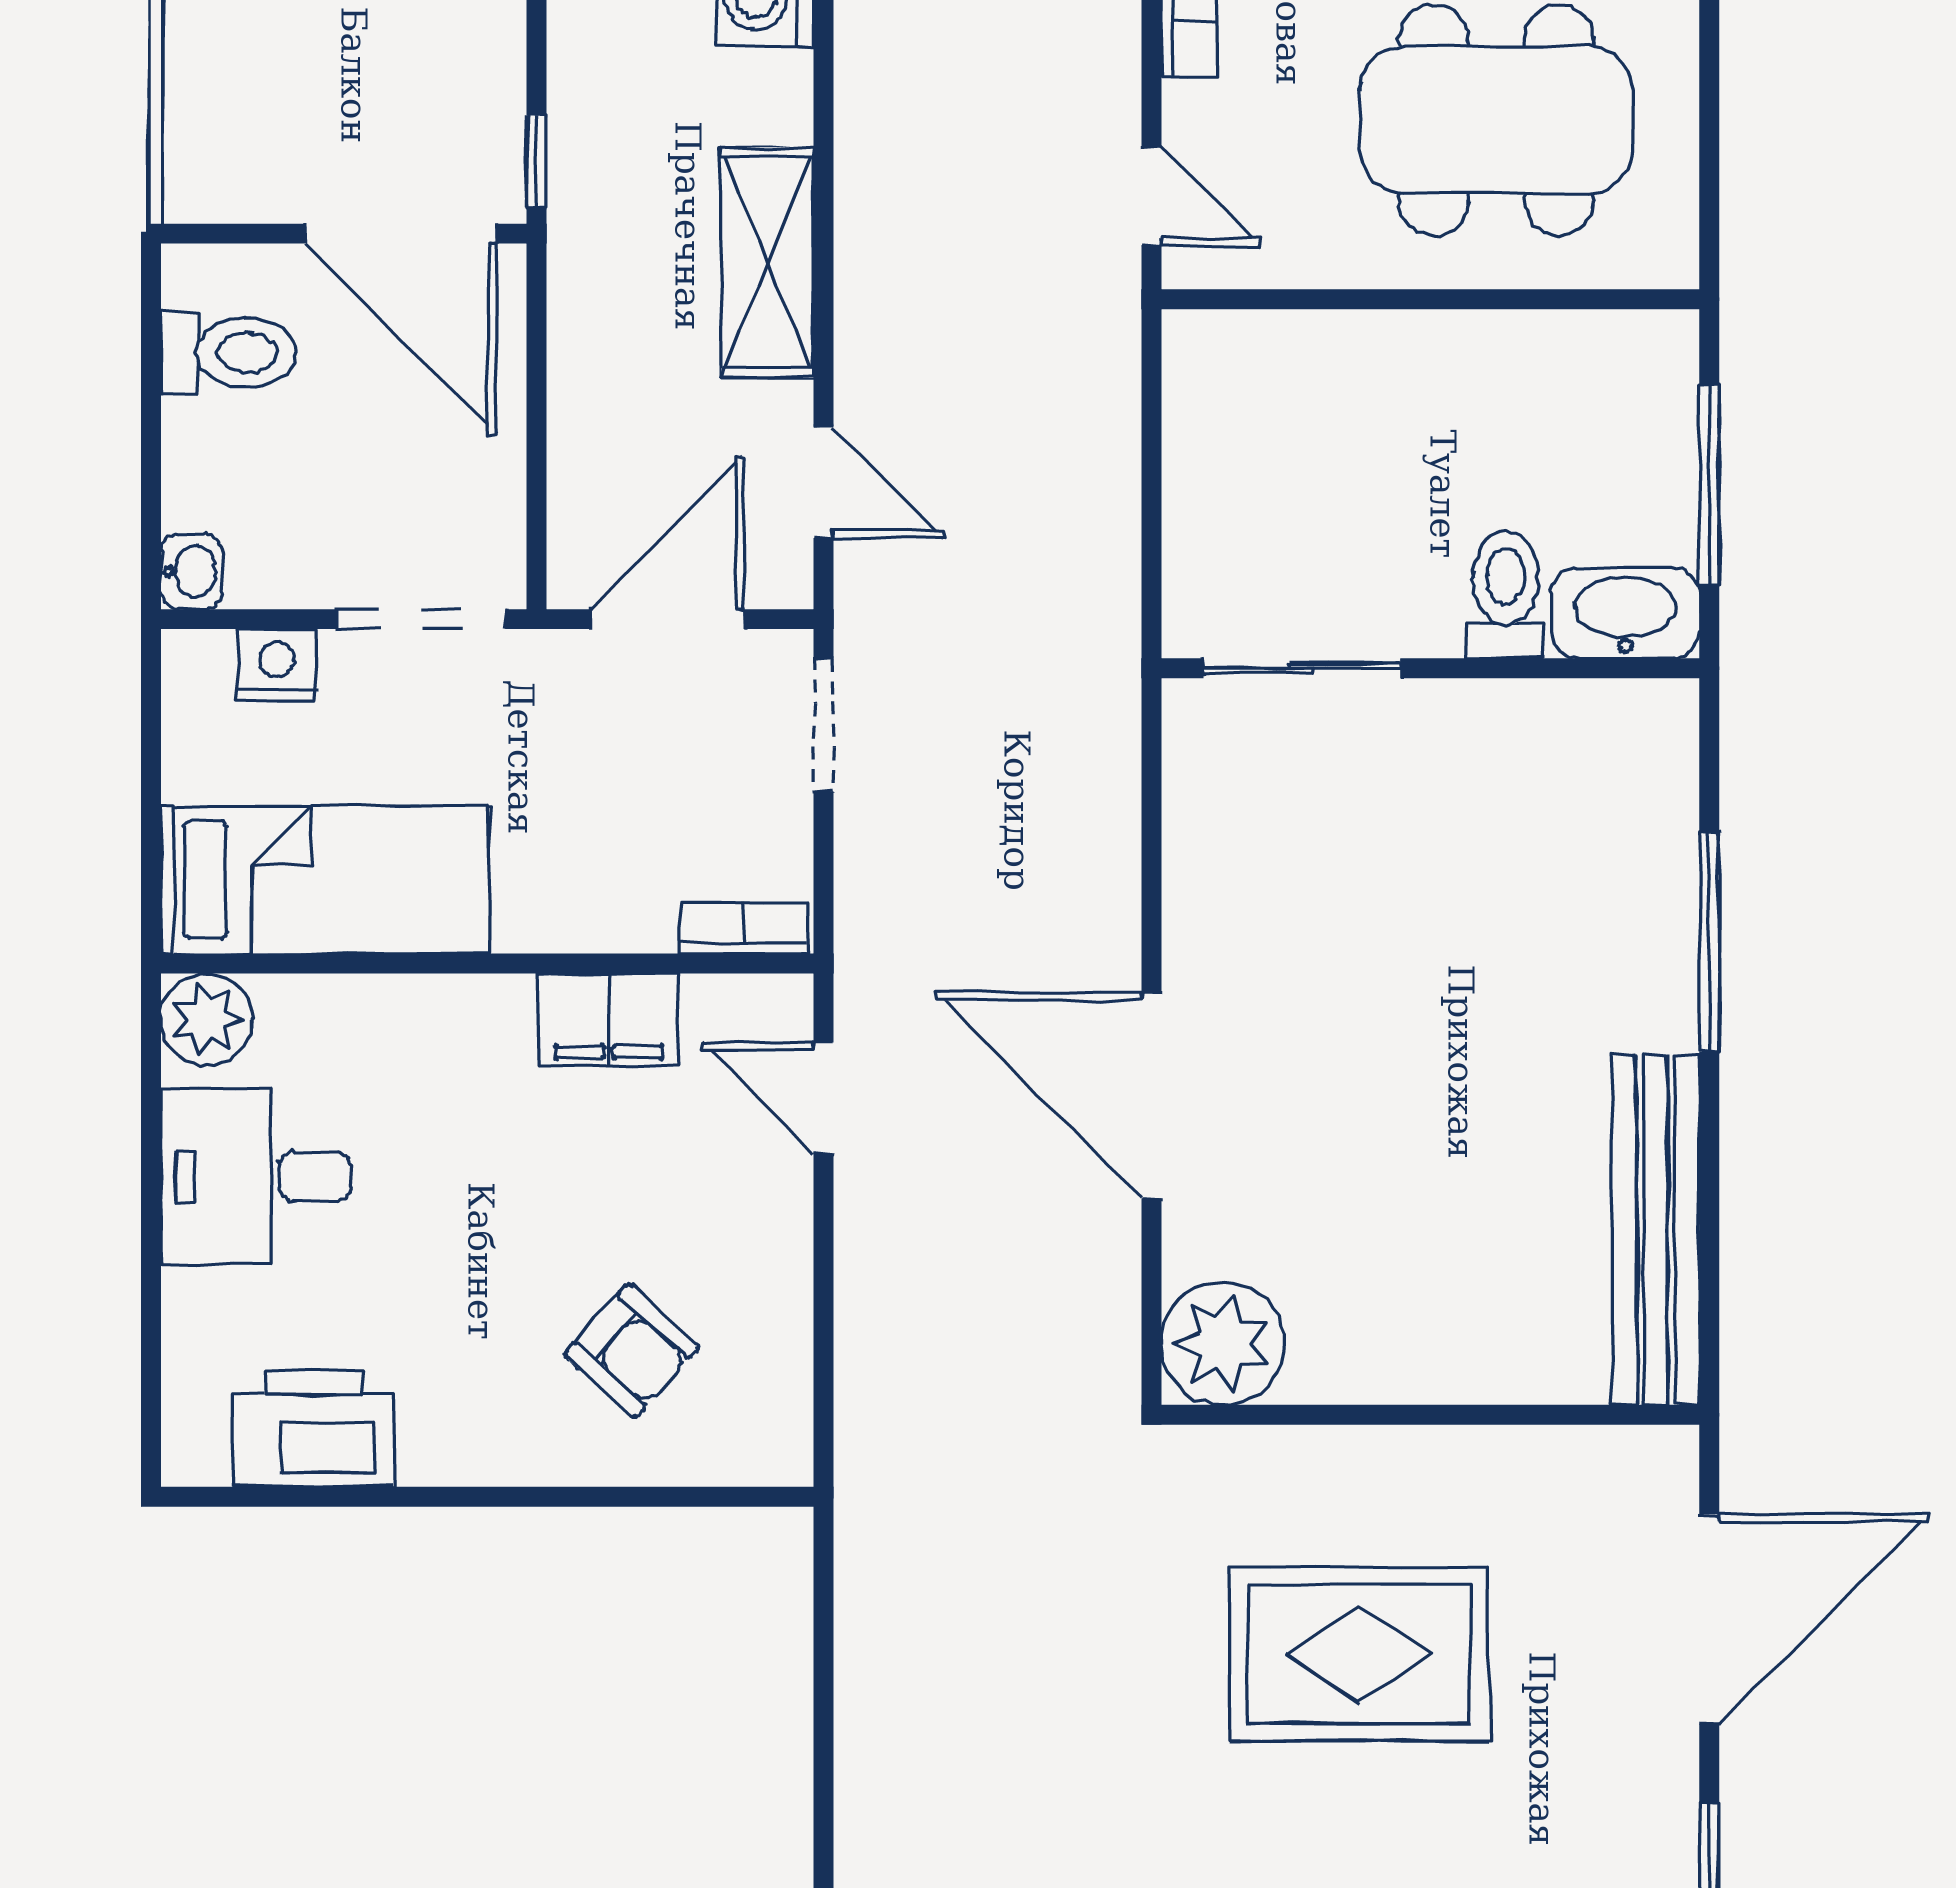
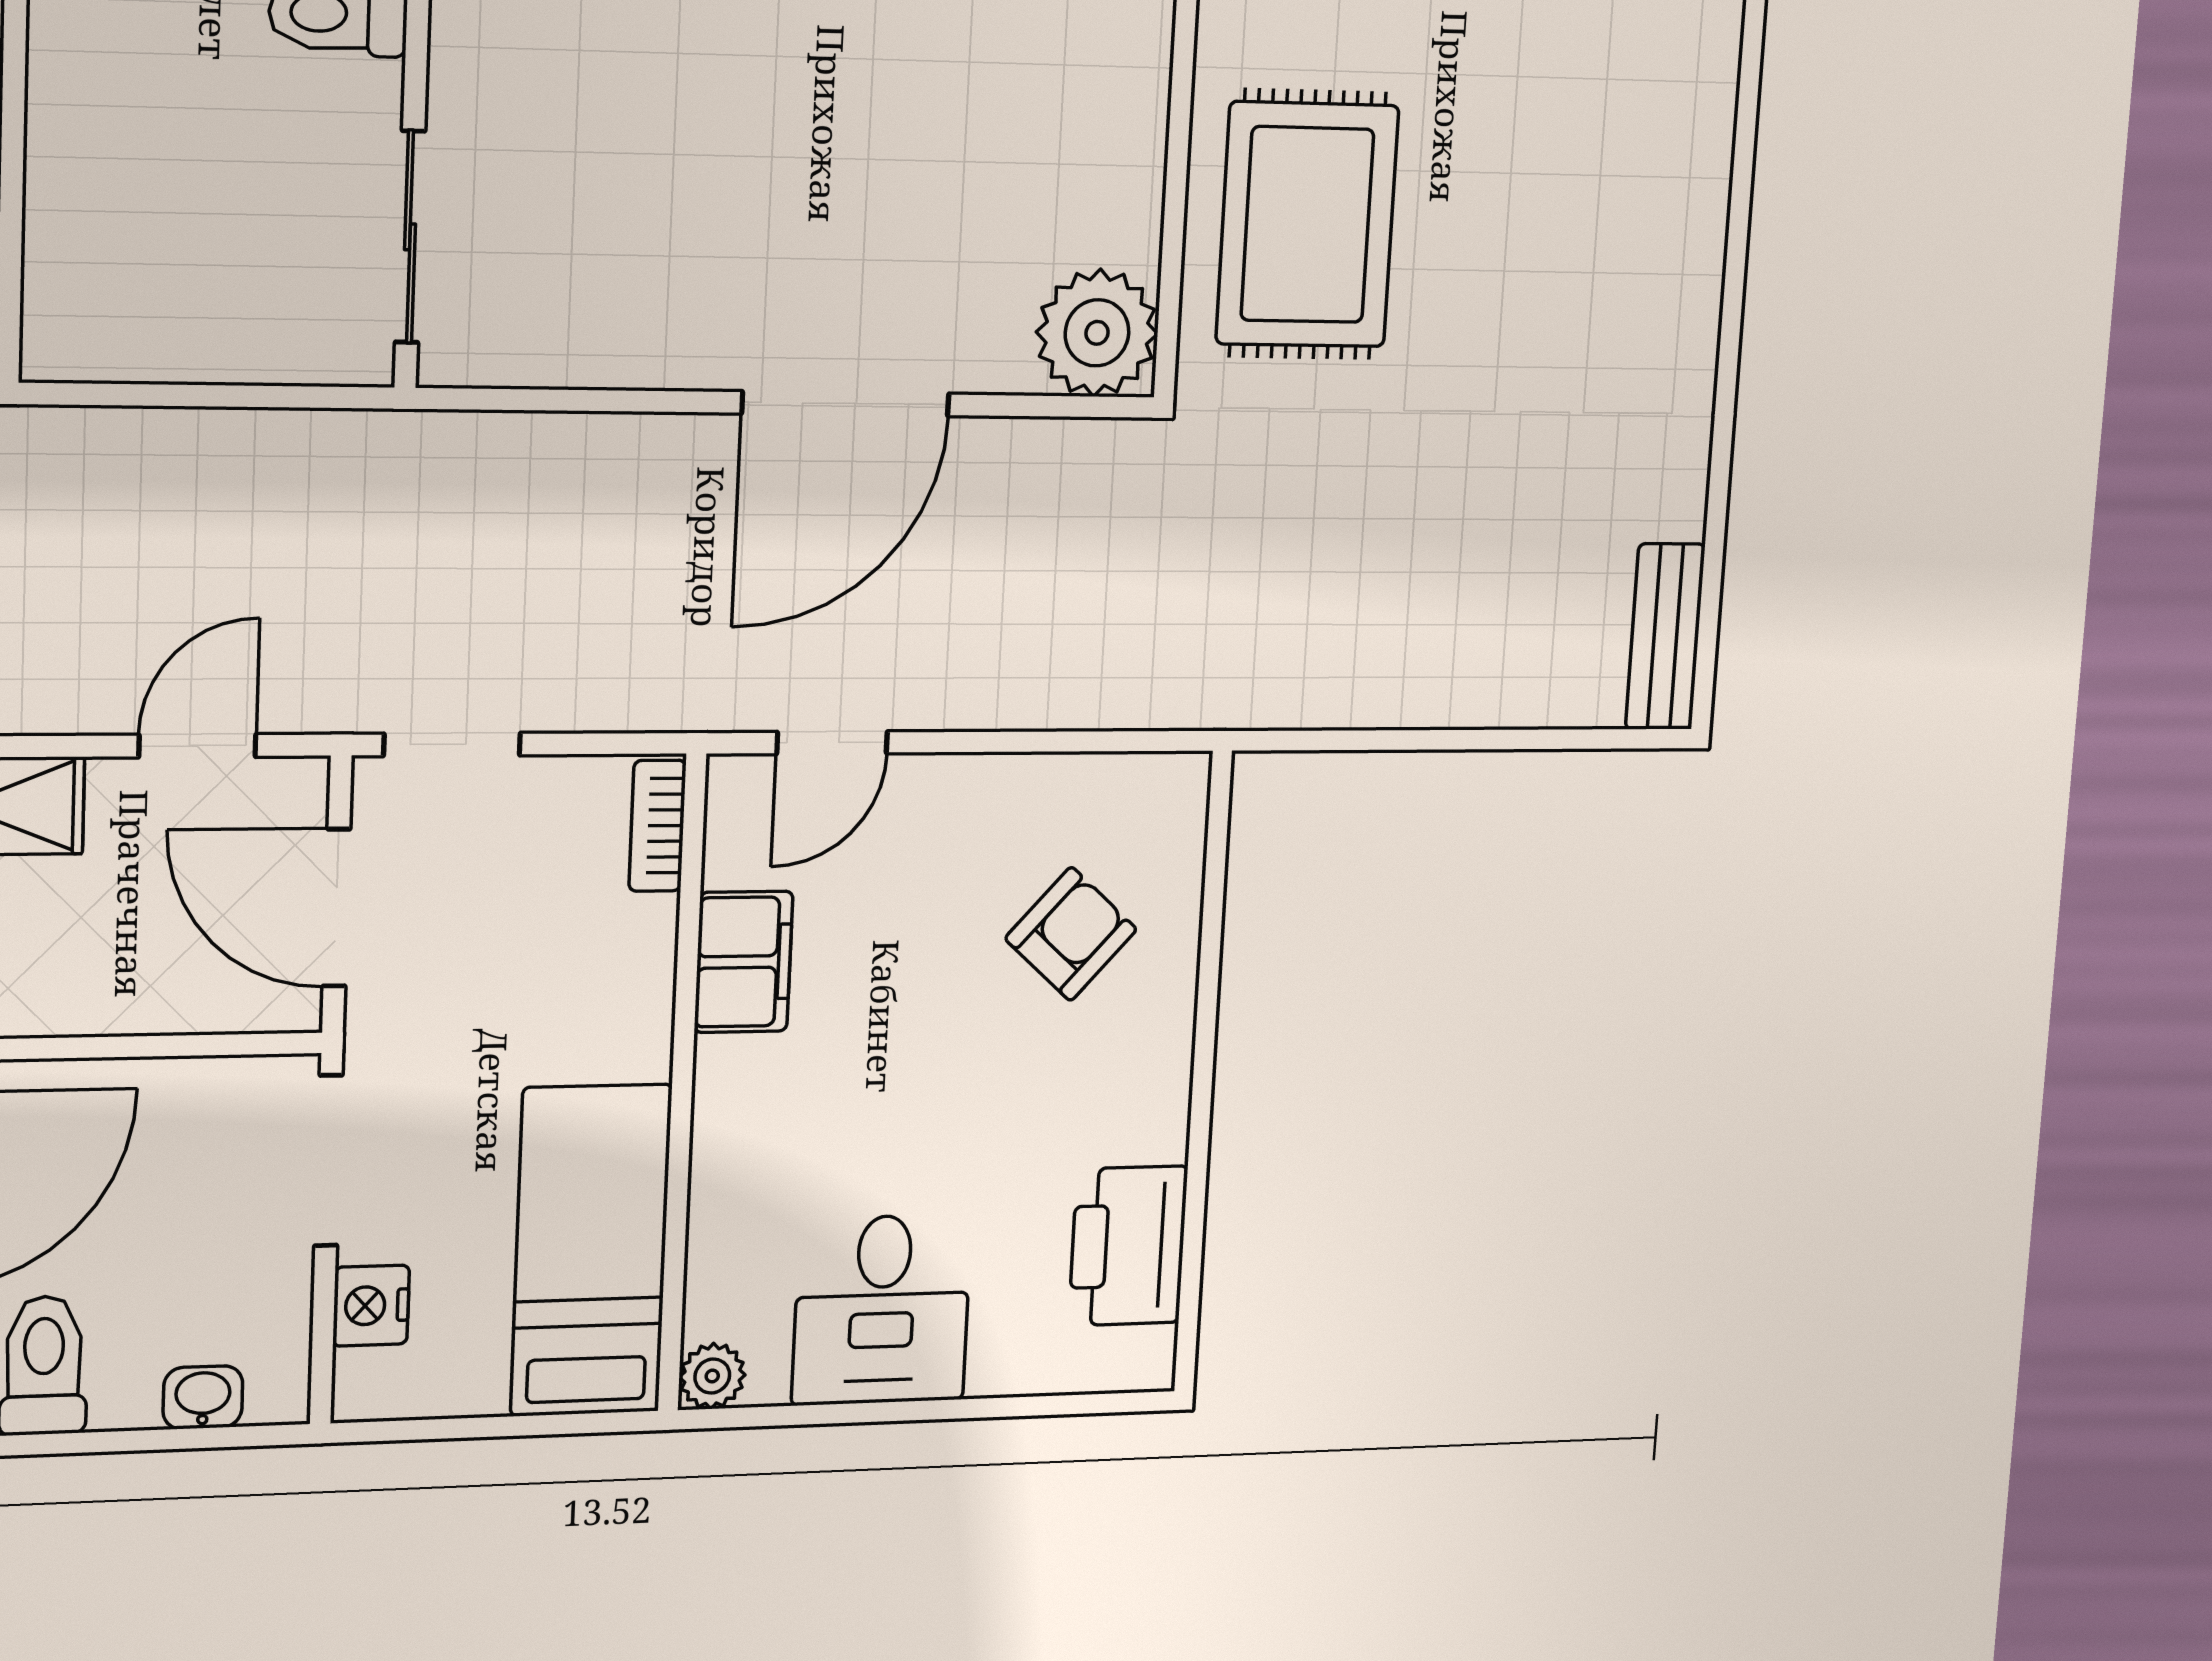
washbasin: (191, 571) -> (203, 1397), moved
plant: (207, 1019) -> (712, 1376), width x0.73, depth x0.73
rug: (1359, 1654) -> (1307, 225), moved

